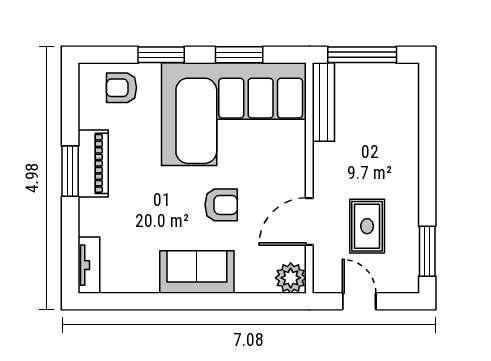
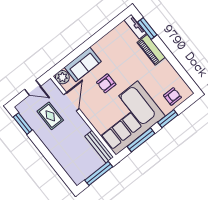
window: (239, 55) -> (141, 140), width x1.44
piano: (93, 163) -> (151, 50), moved
window: (70, 171) -> (147, 28), moved
sofa: (197, 272) -> (83, 64), moved

